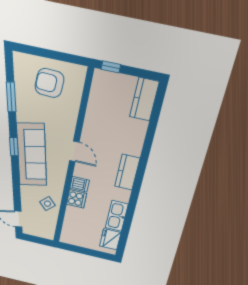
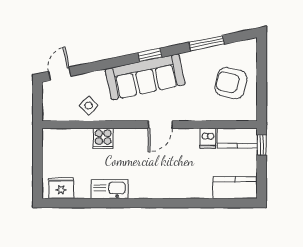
armchair: (49, 83) -> (231, 83), turned -80
kitchen counter: (127, 172) -> (237, 138), moved, turned 180
dishwasher: (79, 184) -> (208, 138), moved
kitchen sink: (117, 216) -> (110, 189), moved

